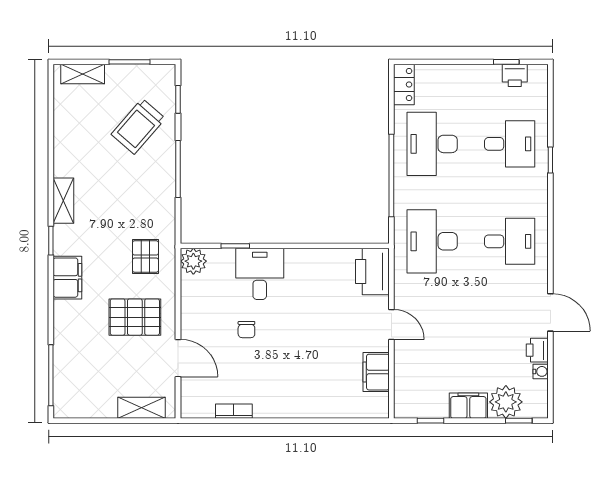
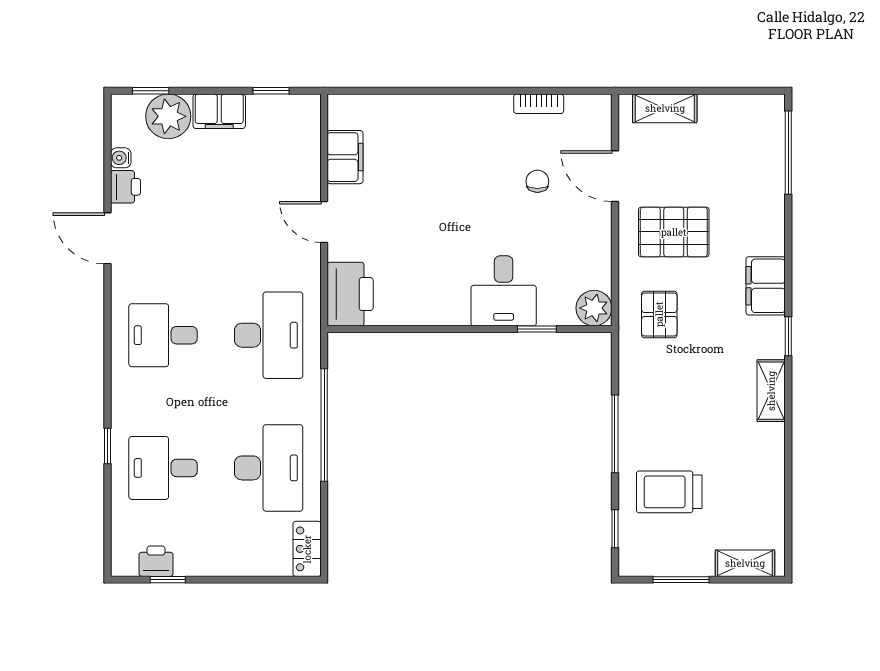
trolley: (138, 126) -> (669, 492), turned -131
chair: (246, 330) -> (537, 181), moved

